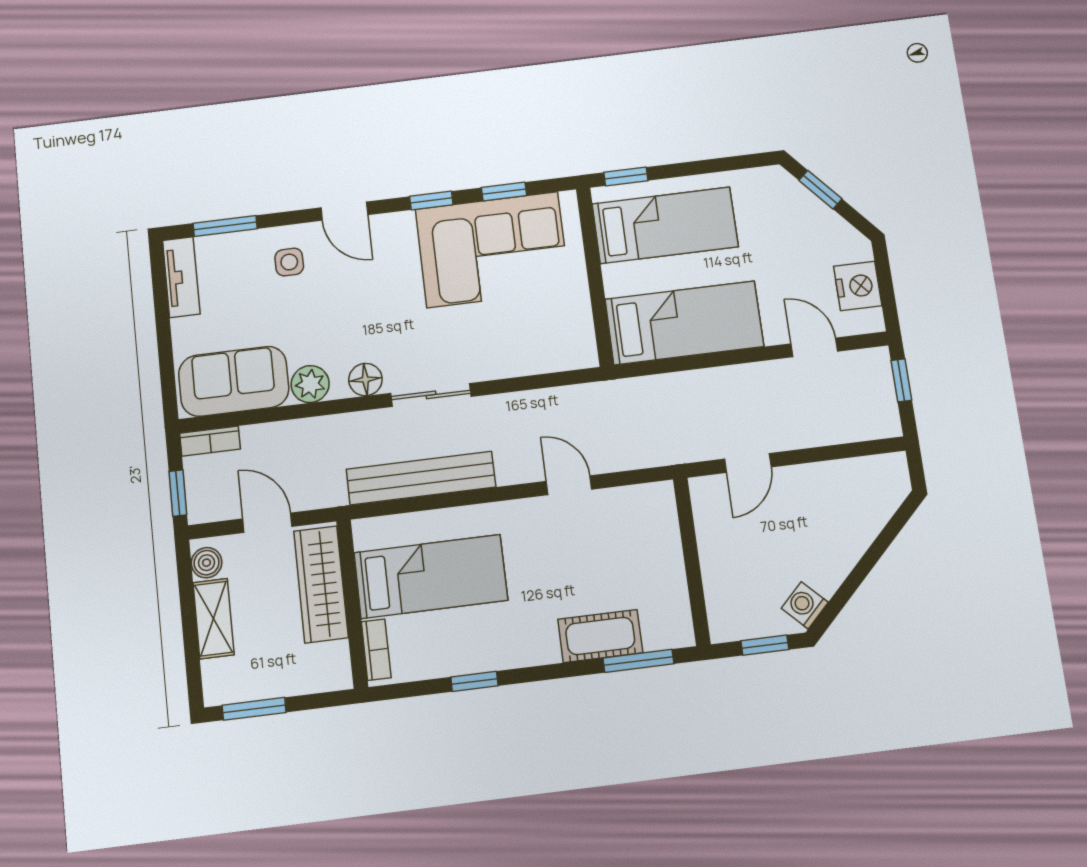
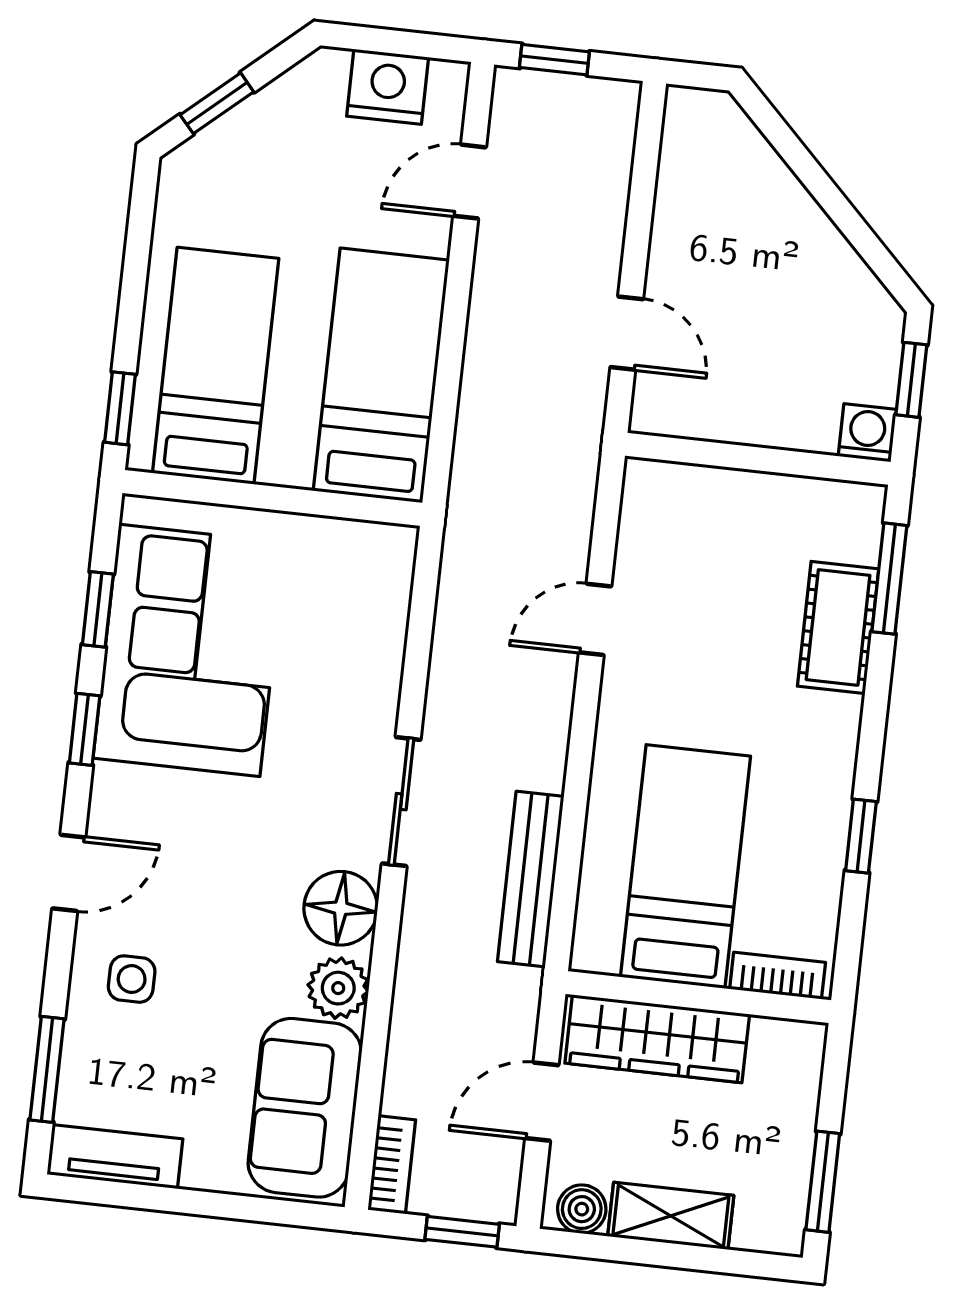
floor lamp: (365, 380) -> (341, 908), width x1.38, depth x1.38
bench: (421, 478) -> (531, 879), width x0.73, depth x0.82
washing machine: (805, 605) -> (867, 433), moved, turned 135

